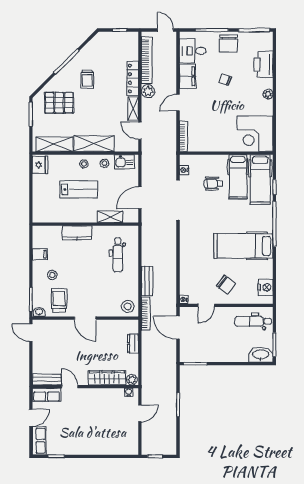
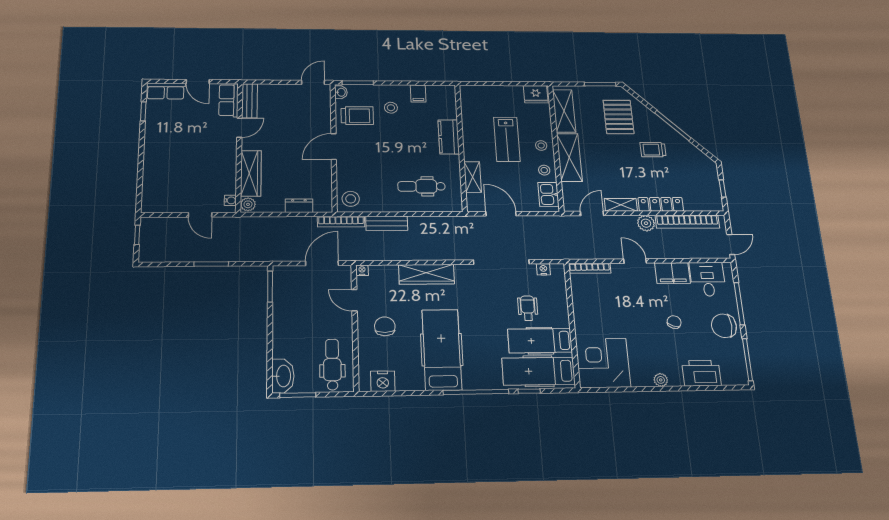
wardrobe: (187, 254) -> (427, 274), added
chair: (226, 285) -> (385, 326), turned 143

